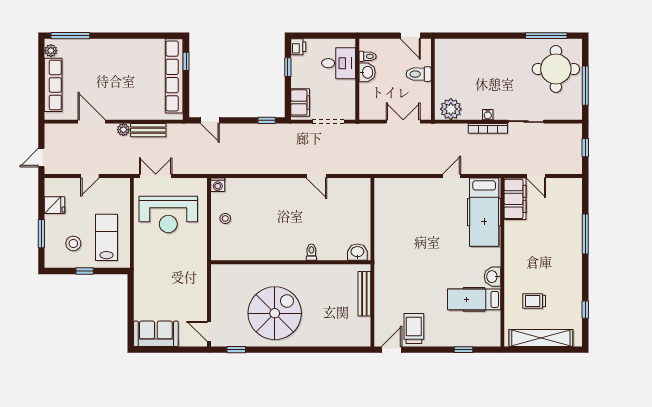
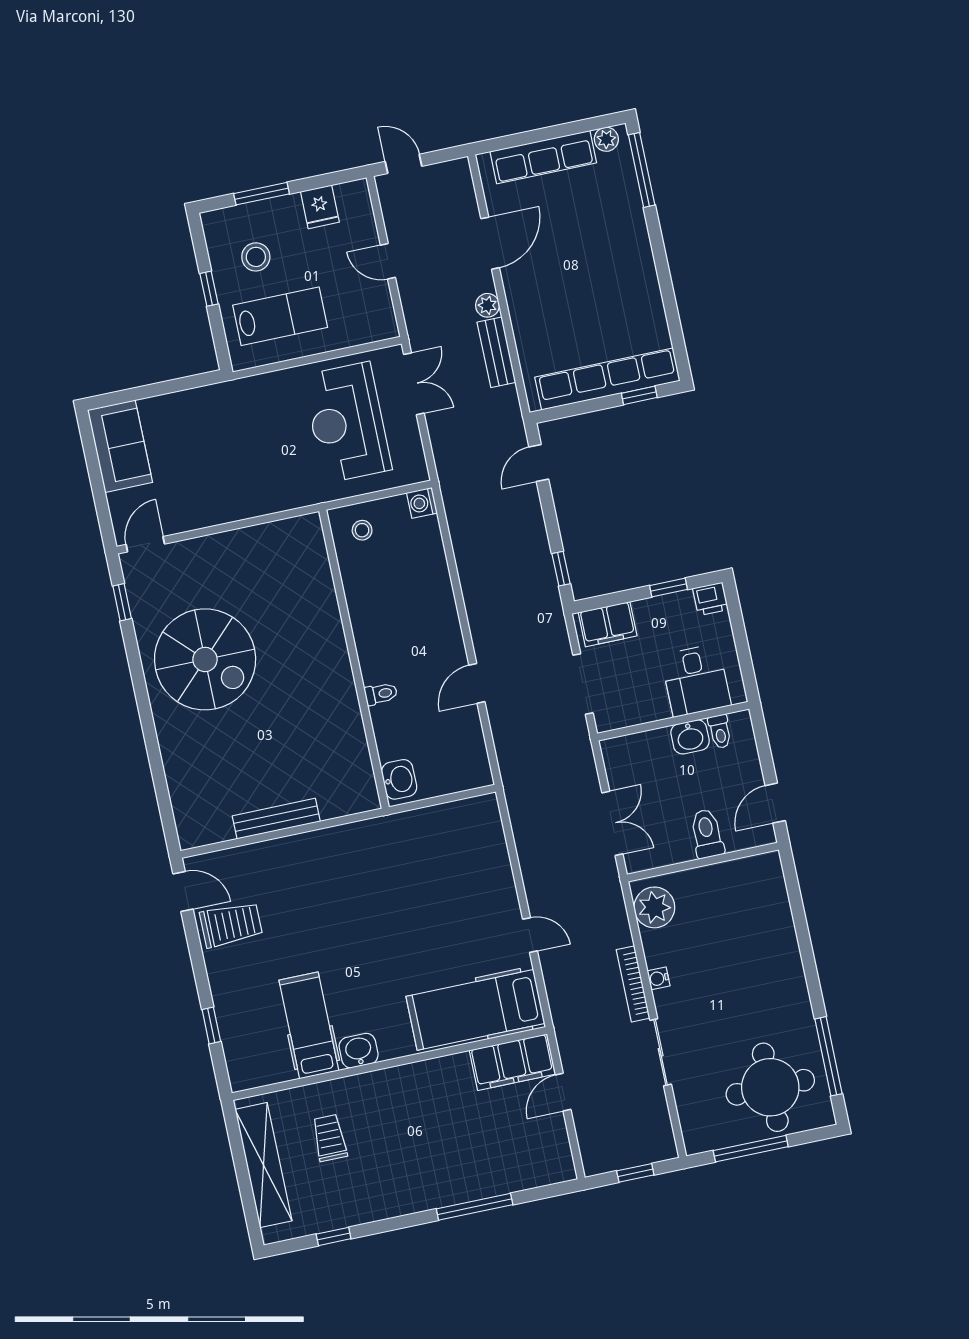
toilet: (311, 252) -> (381, 694), moved
washbasin: (357, 252) -> (399, 779), moved
wall: (291, 262) -> (354, 659), moved

